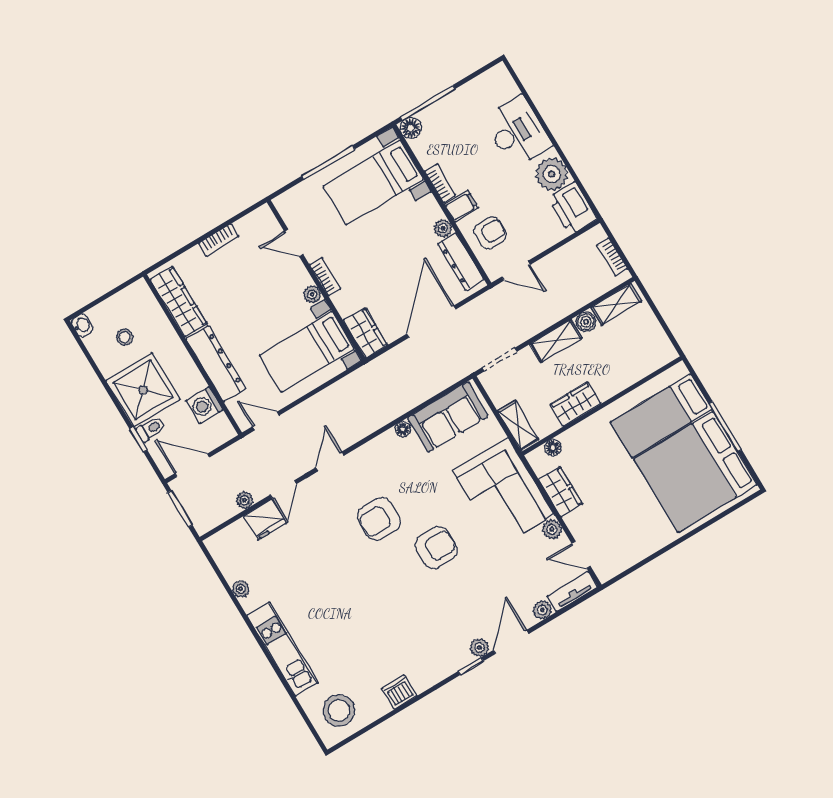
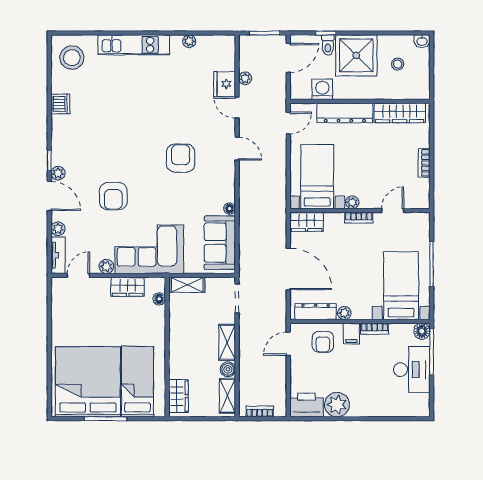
desk: (517, 132) -> (412, 370), moved, turned -90
wardrobe: (575, 404) -> (178, 396), moved
armchair: (436, 548) -> (113, 196), moved

